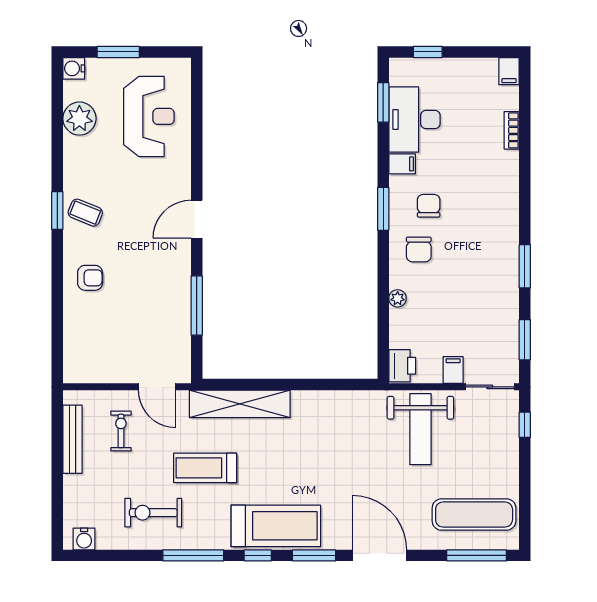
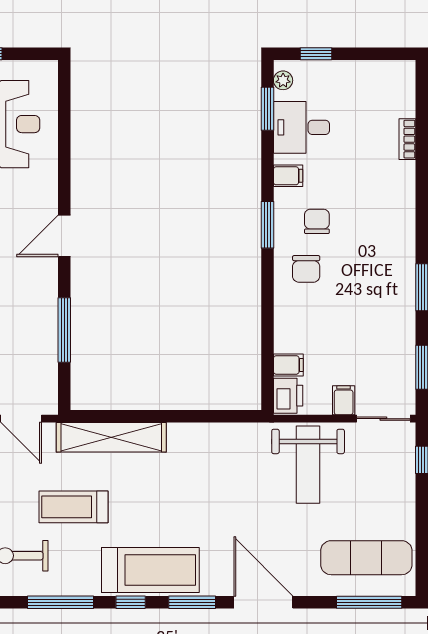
filing cabinet: (509, 71) -> (288, 365), moved, turned -90
desk: (414, 119) -> (301, 127), width x0.73
plant: (398, 298) -> (283, 80), moved

